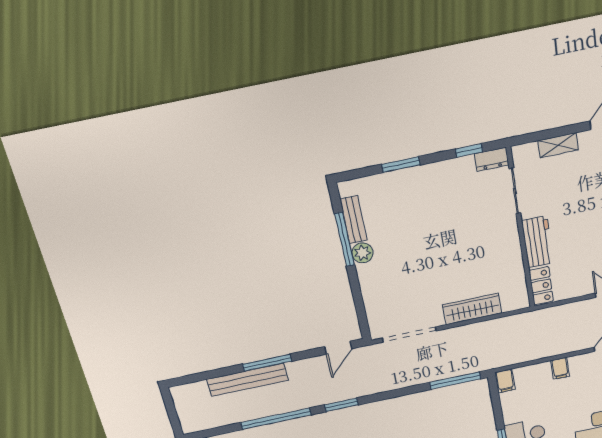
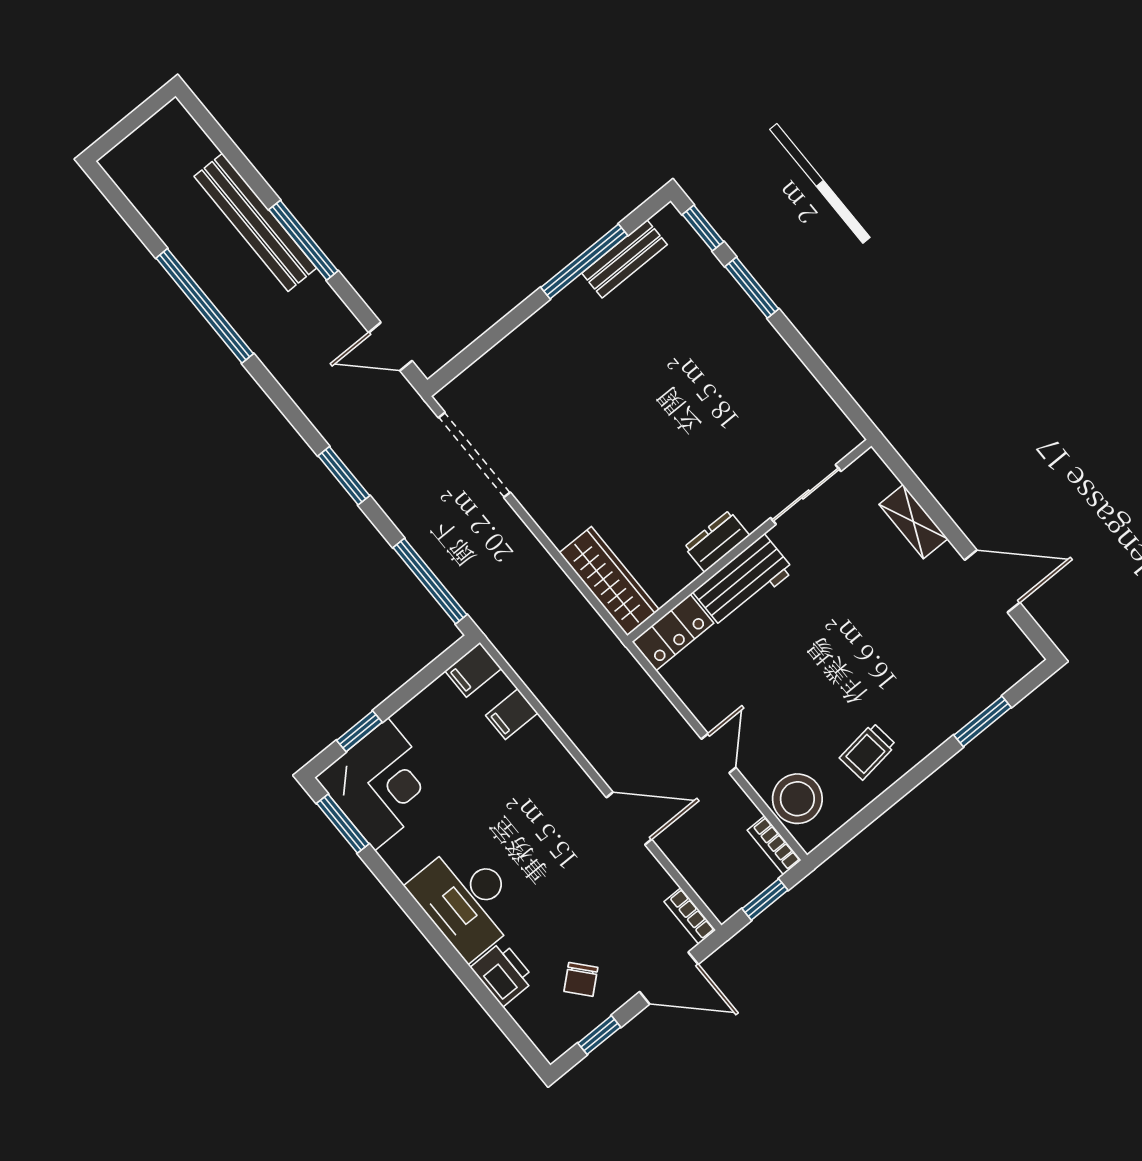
window: (469, 150) -> (703, 228), moved
dresser: (492, 159) -> (717, 541), moved, turned 90
plant: (362, 253) -> (577, 302), removed
wardrobe: (472, 309) -> (609, 581), moved
filing cabinet: (560, 368) -> (512, 714), moved
window: (341, 405) -> (344, 476), moved

